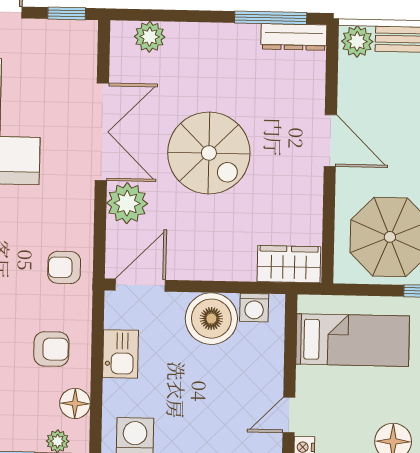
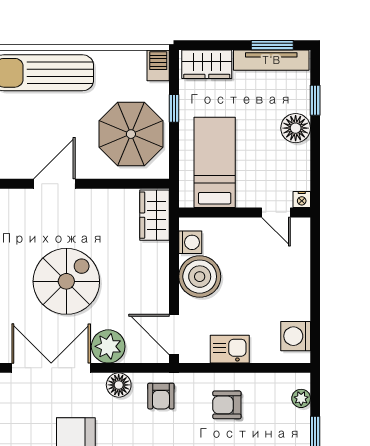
armchair: (51, 349) -> (227, 405), turned -90
floor lamp: (75, 403) -> (119, 385), moved

